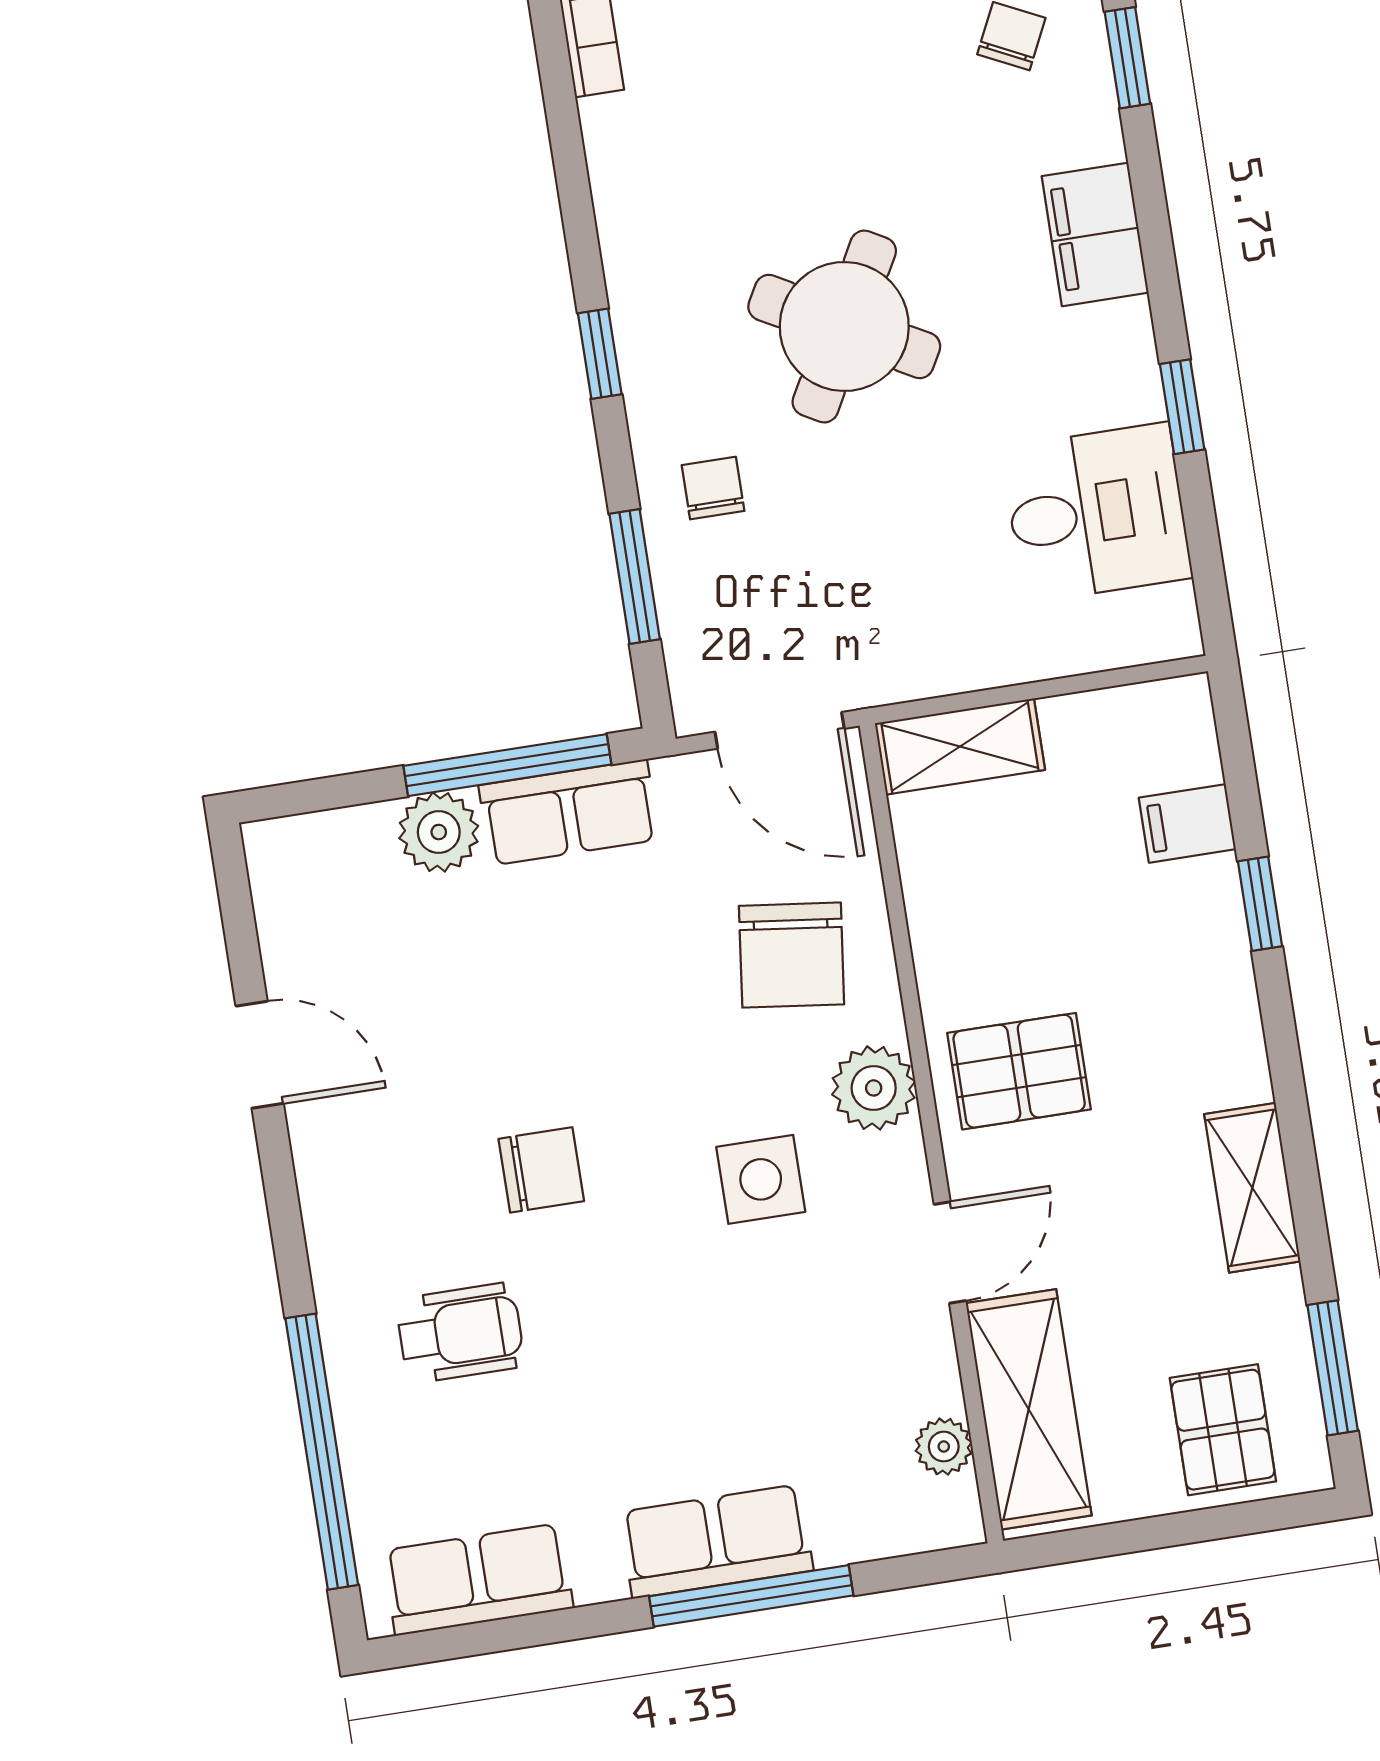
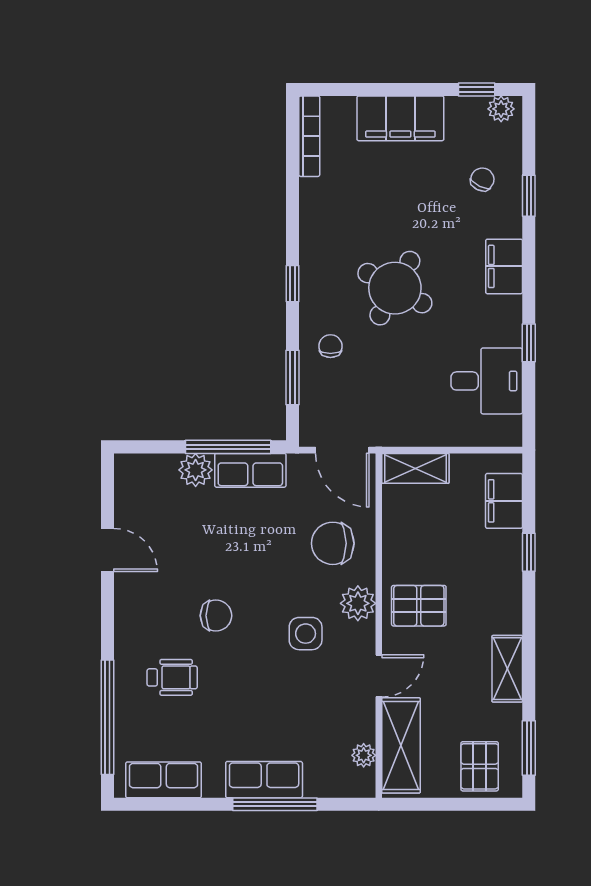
filing cabinet: (1187, 823) -> (504, 501), width x2.00
chair: (792, 955) -> (333, 543), turned 83

